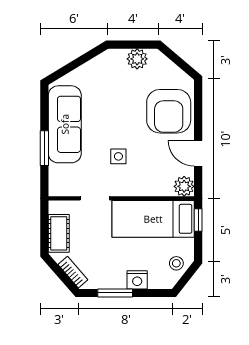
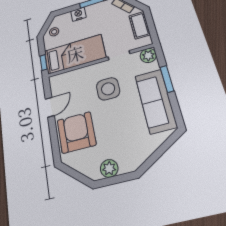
door: (198, 153) -> (50, 107), hinge flipped
side table: (118, 156) -> (108, 89), width x1.87, depth x1.87
plant: (184, 186) -> (148, 56), moved

